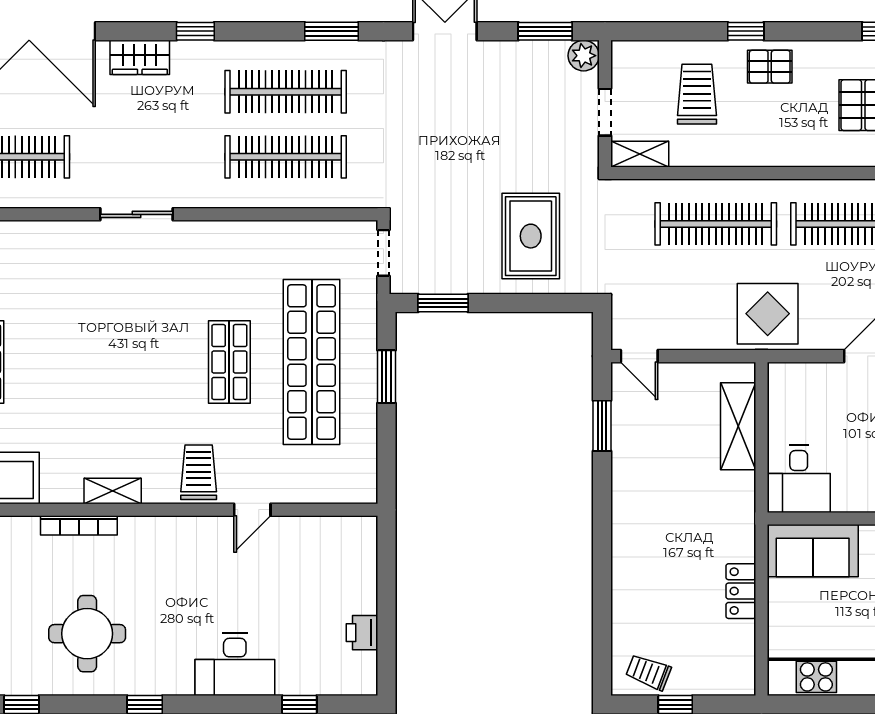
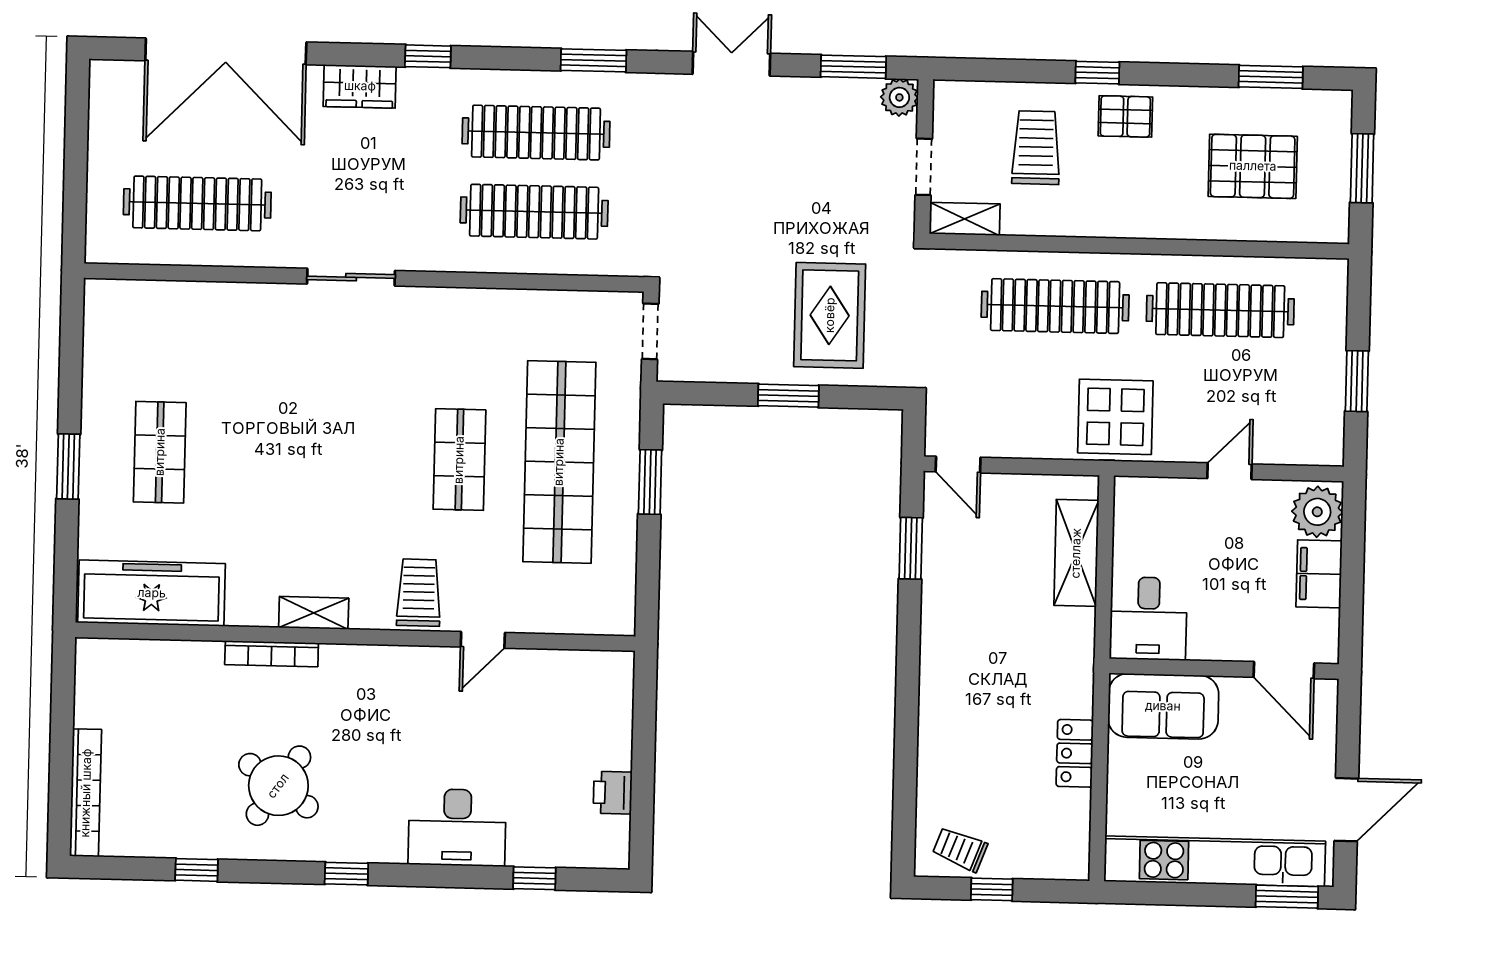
window: (443, 303) -> (788, 396), moved
round table: (87, 634) -> (278, 786), turned 35

